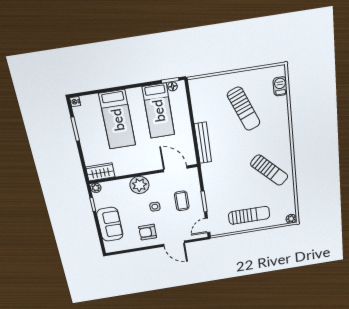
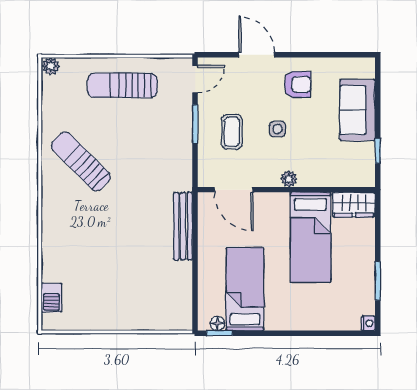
sun lounger: (244, 109) -> (112, 271), removed
bed: (117, 120) -> (310, 237), moved, turned 180
plant: (139, 185) -> (289, 179), width x0.53, depth x0.53
plant: (96, 188) -> (367, 179), removed

